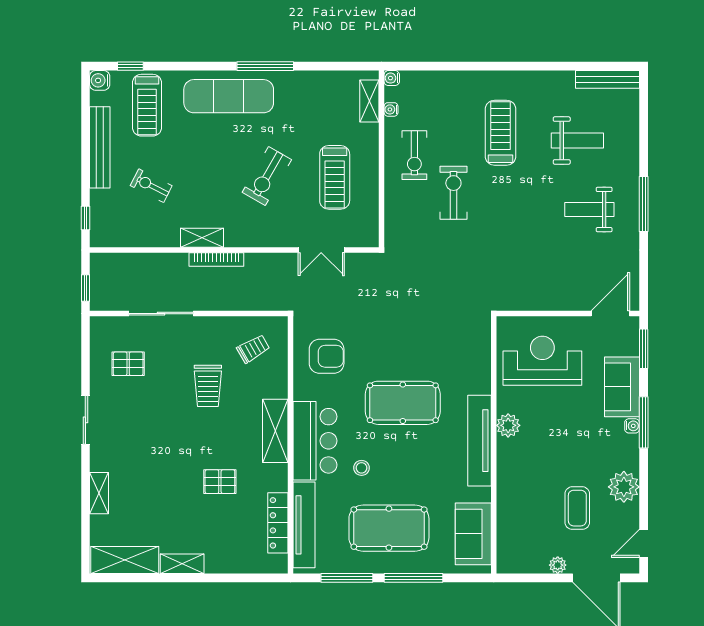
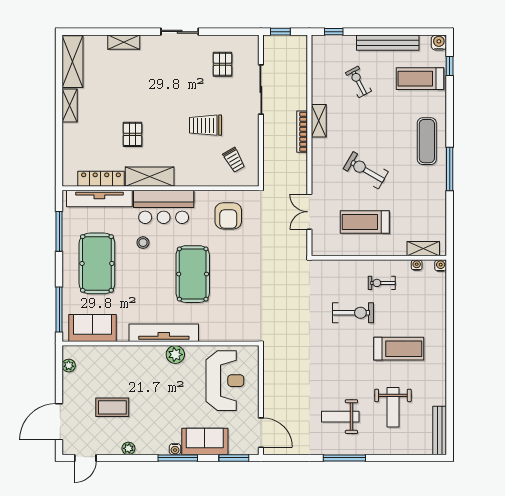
exercise mat: (229, 96) -> (427, 141), width x0.73, depth x0.69
exercise bike: (414, 155) -> (382, 283), width x0.73, depth x0.72
exercise bike: (151, 186) -> (358, 82), turned -55
weight bench: (589, 210) -> (340, 417), turned -90
shelving: (275, 431) -> (150, 177), moved
plant: (624, 487) -> (128, 448), width x0.53, depth x0.53
door: (644, 543) -> (85, 458), swing flipped
plant: (558, 565) -> (69, 366), moved
window: (413, 578) -> (59, 309), moved

